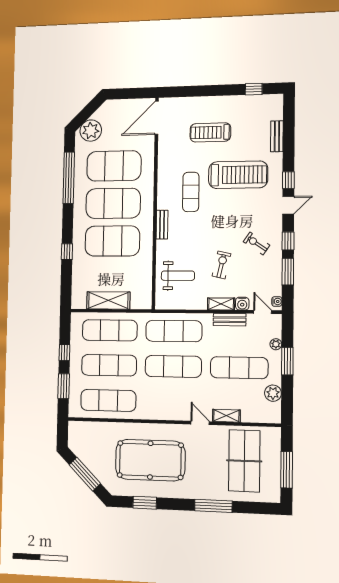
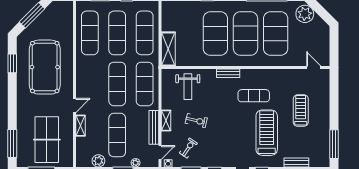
window: (254, 89) -> (334, 144), width x2.17
door: (157, 118) -> (314, 68), width x0.53
treadmill: (238, 175) -> (267, 133), turned 180
exercise bike: (257, 243) -> (188, 148), moved
shelving: (108, 300) -> (168, 49), moved
water cooler: (242, 304) -> (166, 137), removed
bench: (230, 320) -> (154, 127), width x1.36
table tennis table: (244, 461) -> (47, 140), turned 90
window: (213, 506) -> (12, 144), moved

